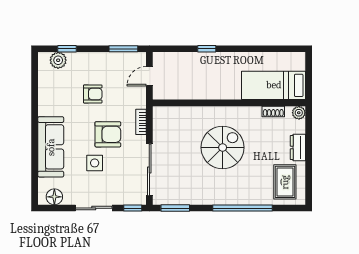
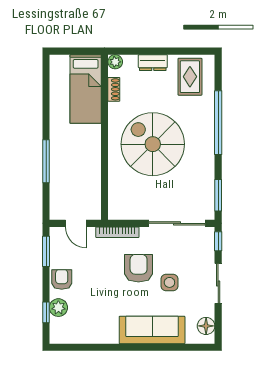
window: (207, 49) -> (46, 161), width x2.17
plant: (58, 60) -> (58, 308), moved
armchair: (93, 94) -> (62, 280), moved
bookcase: (141, 122) -> (117, 232), width x1.56
spiral stairs: (223, 147) -> (153, 144), width x1.37, depth x1.37
rug: (285, 182) -> (190, 77), turned 90

